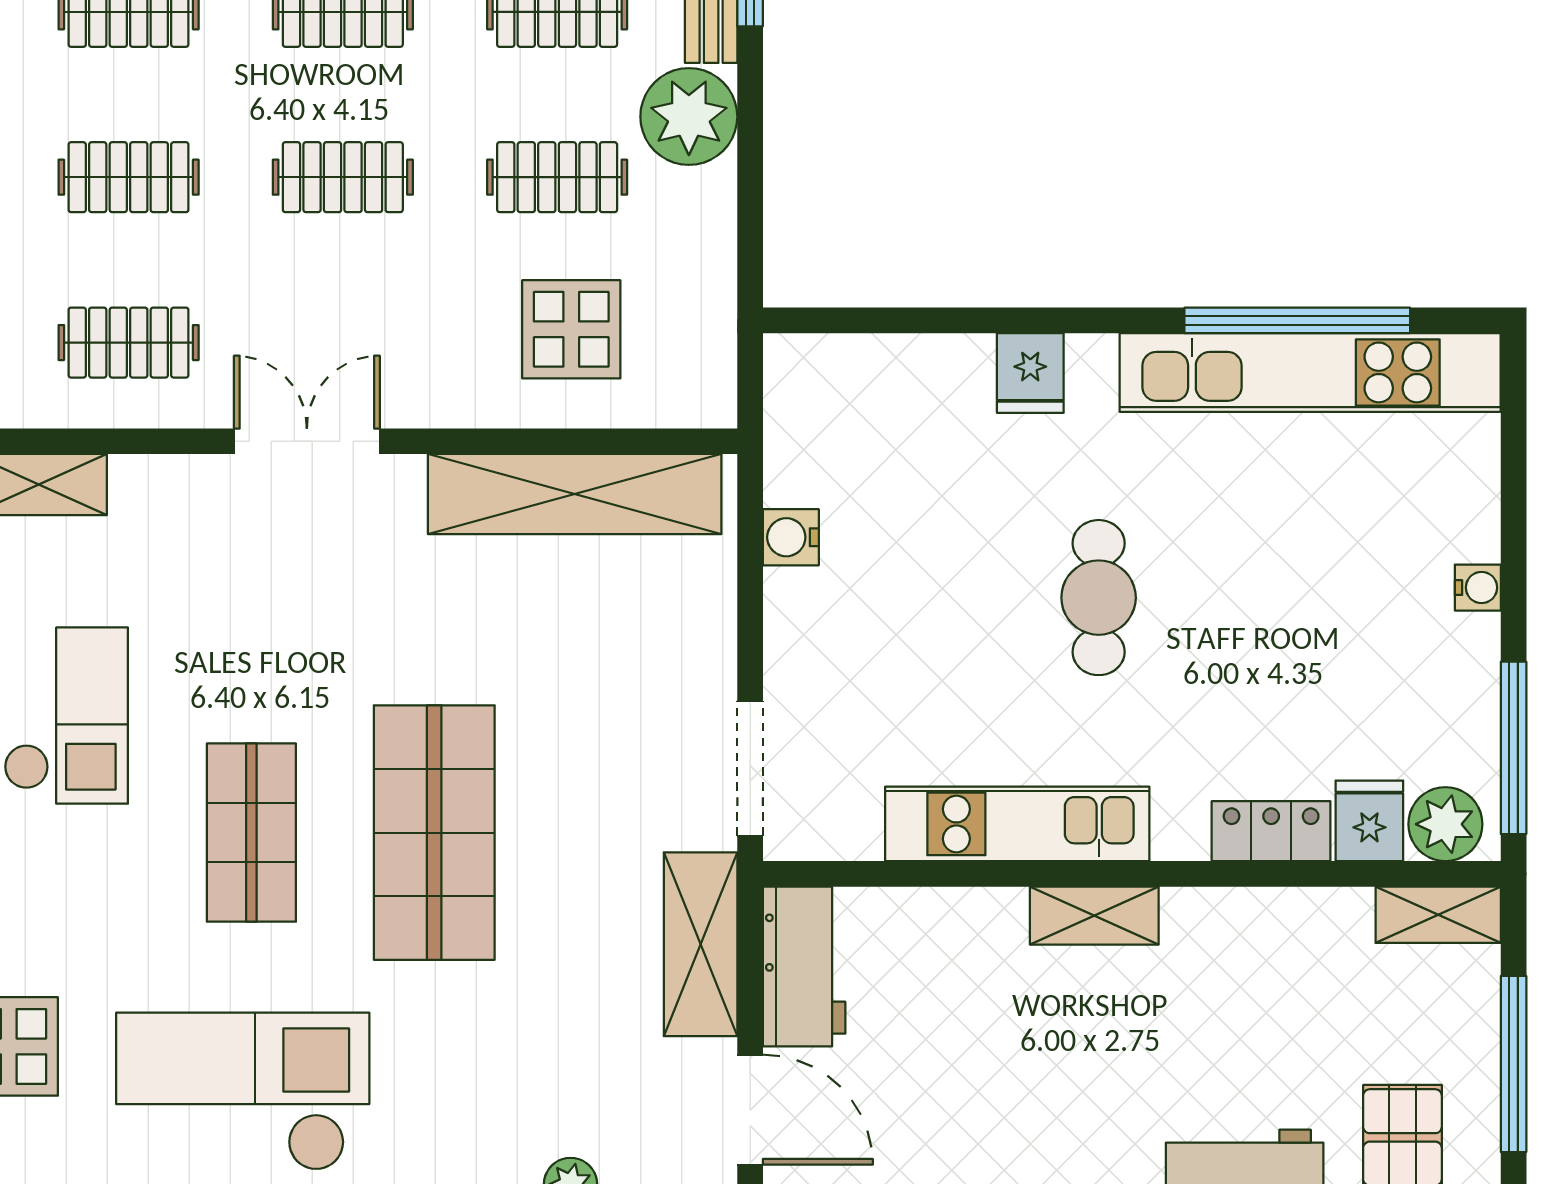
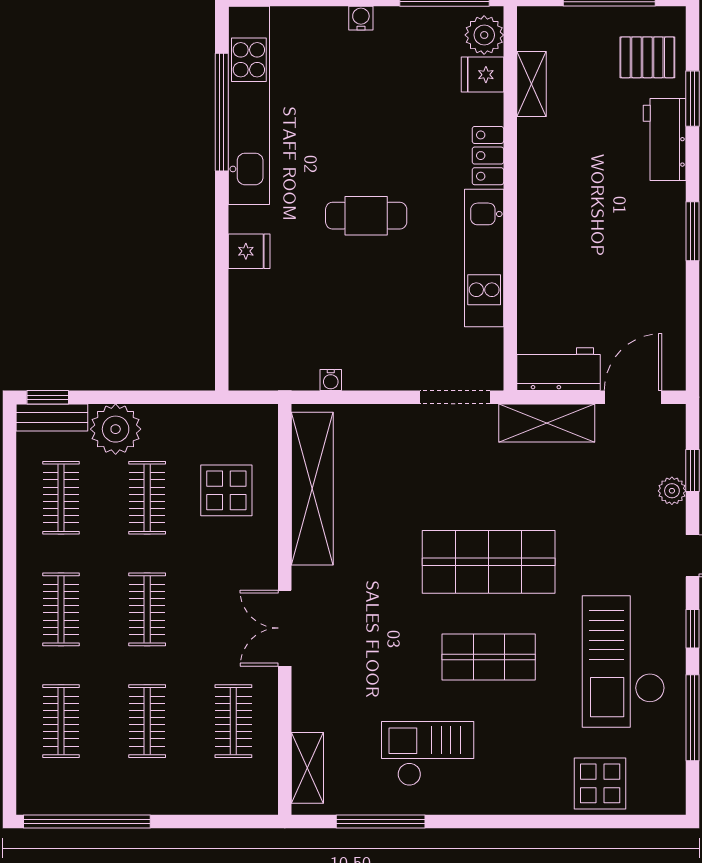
water cooler: (791, 537) -> (331, 380), width x0.72, depth x0.72
locker: (1271, 831) -> (488, 156), moved
shelving: (1438, 915) -> (531, 84), moved
shelving: (1094, 916) -> (532, 218), removed

